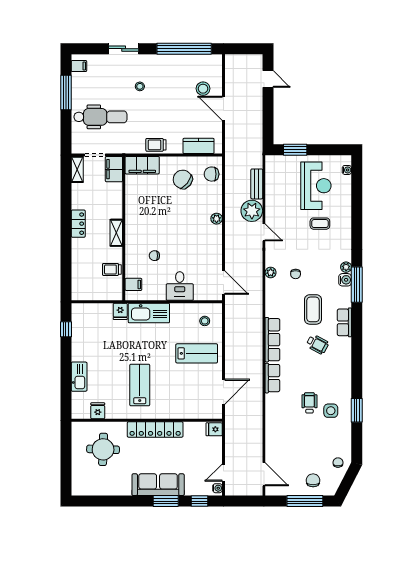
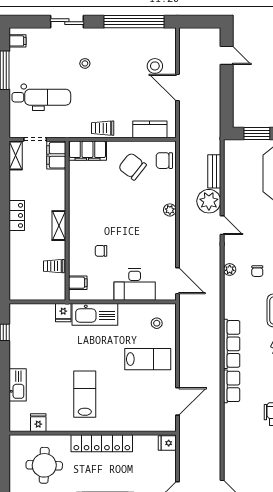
desk: (180, 286) -> (135, 284), width x1.37

